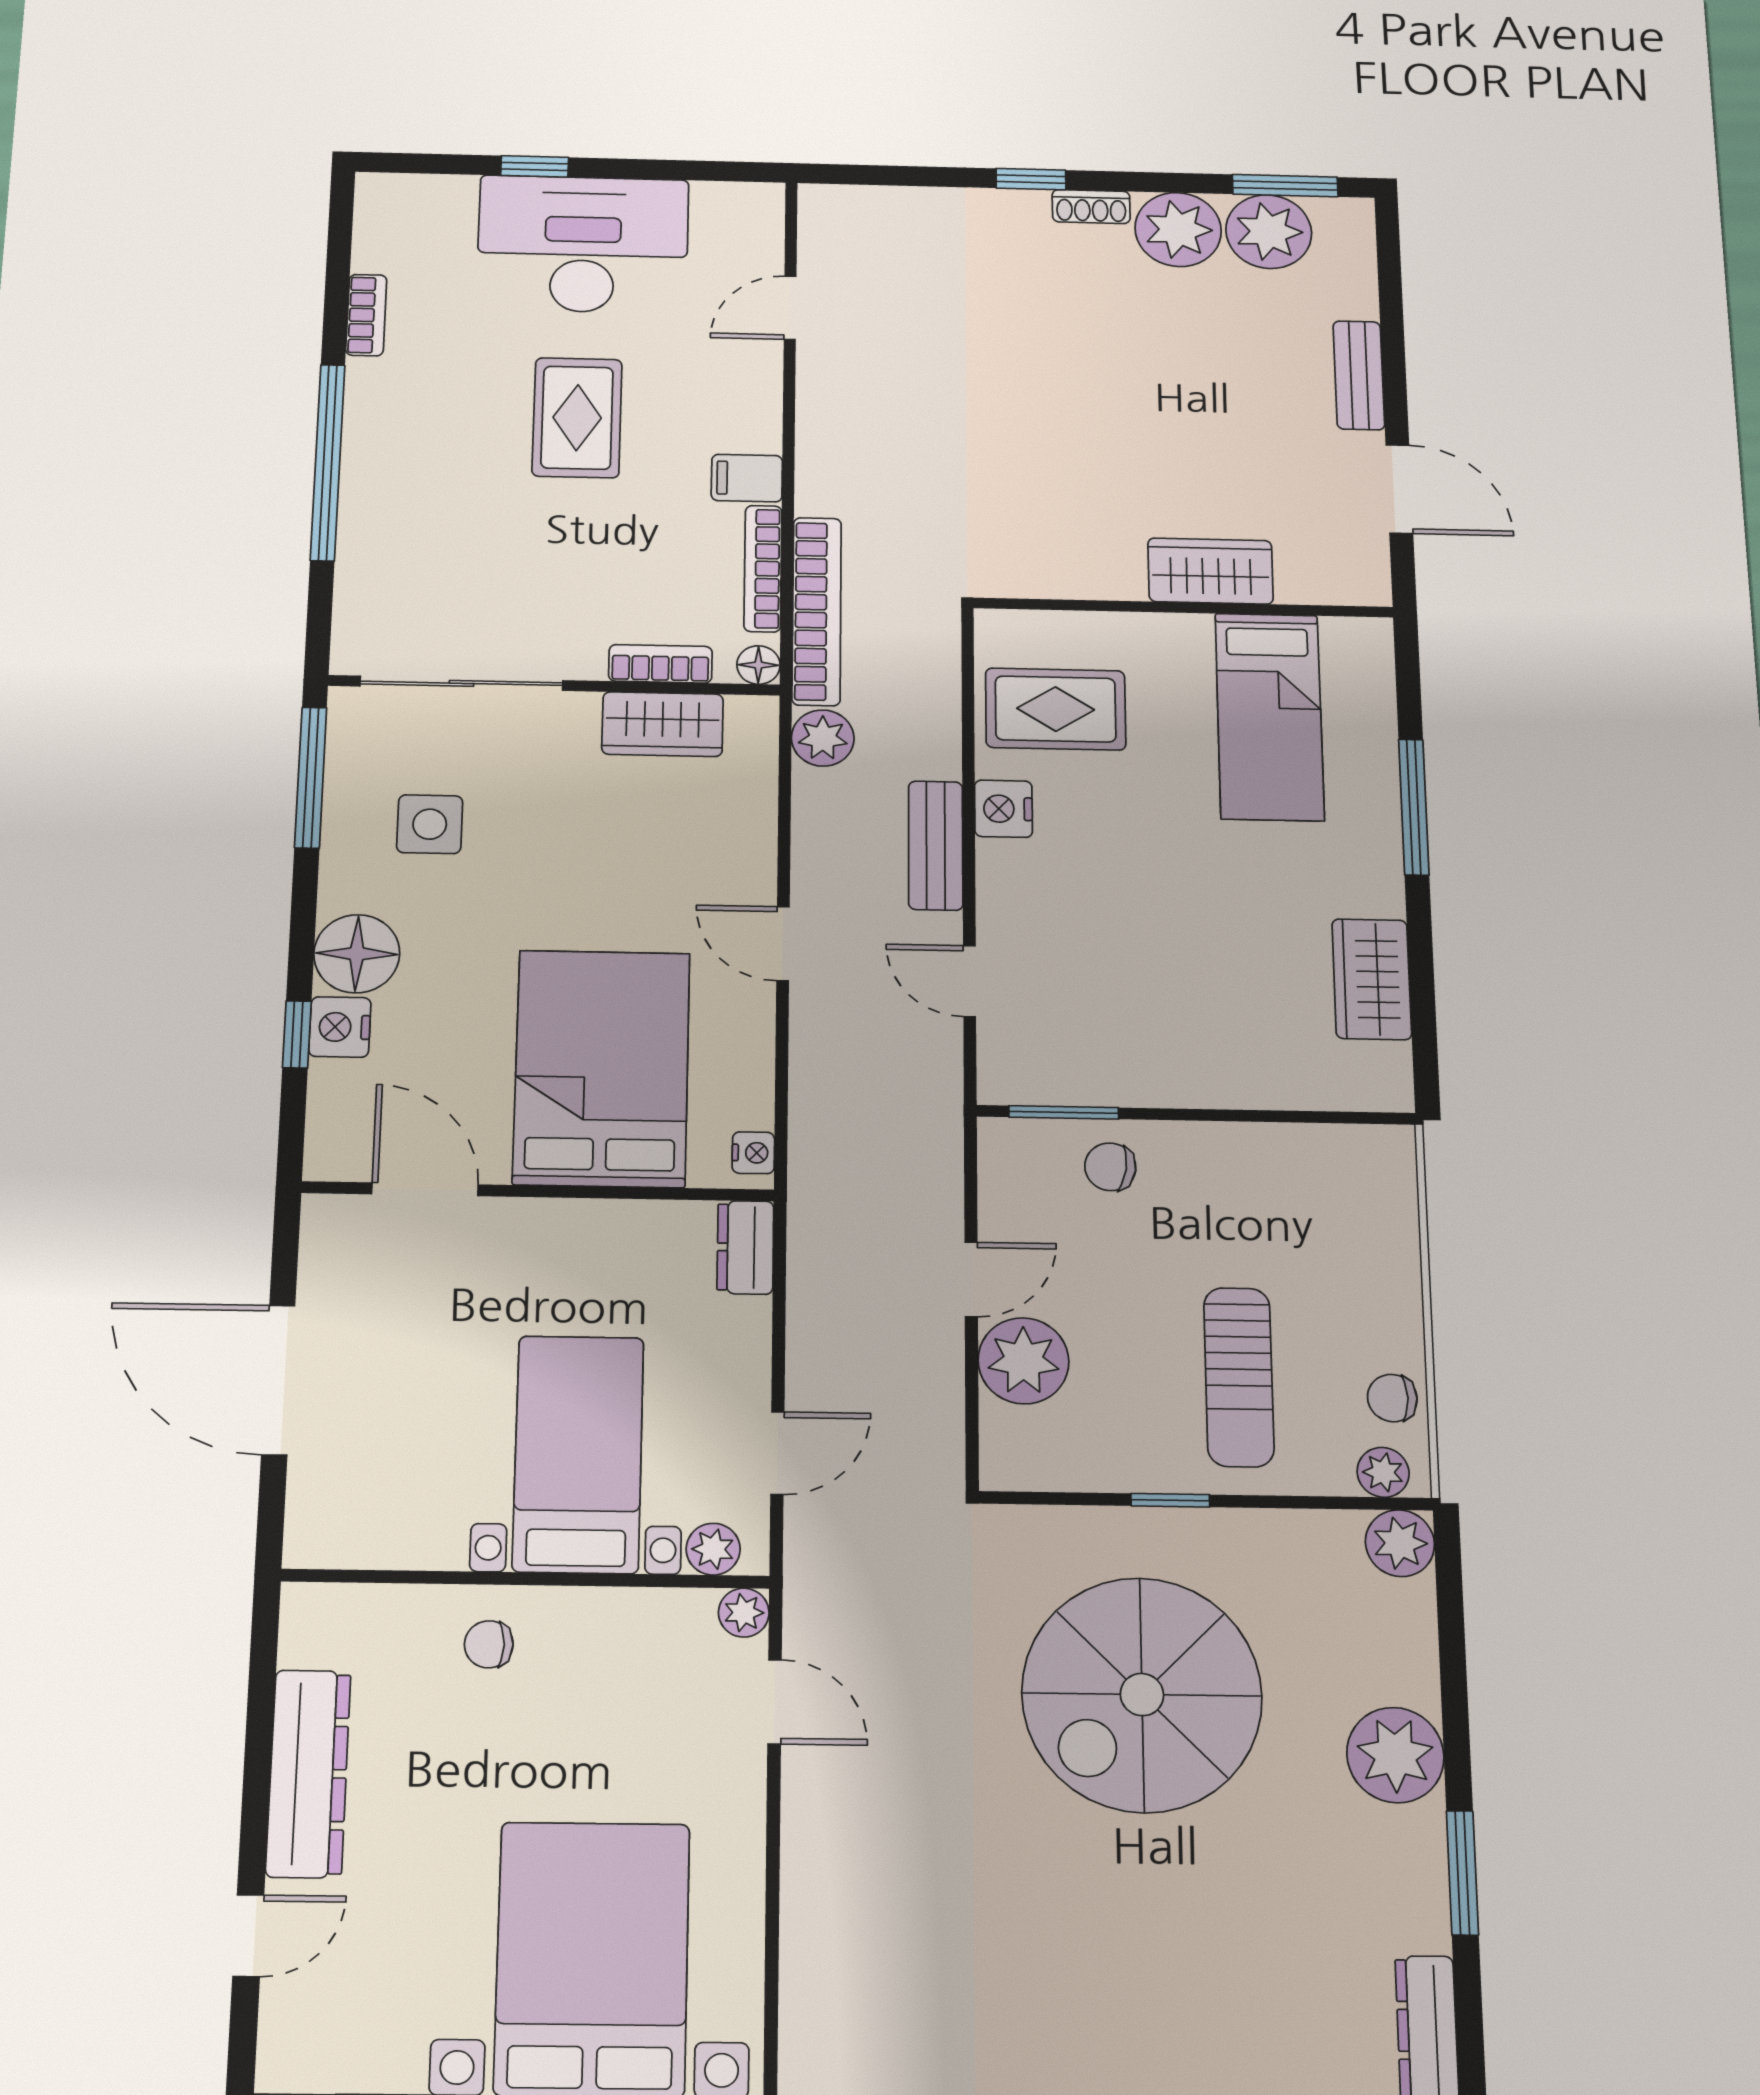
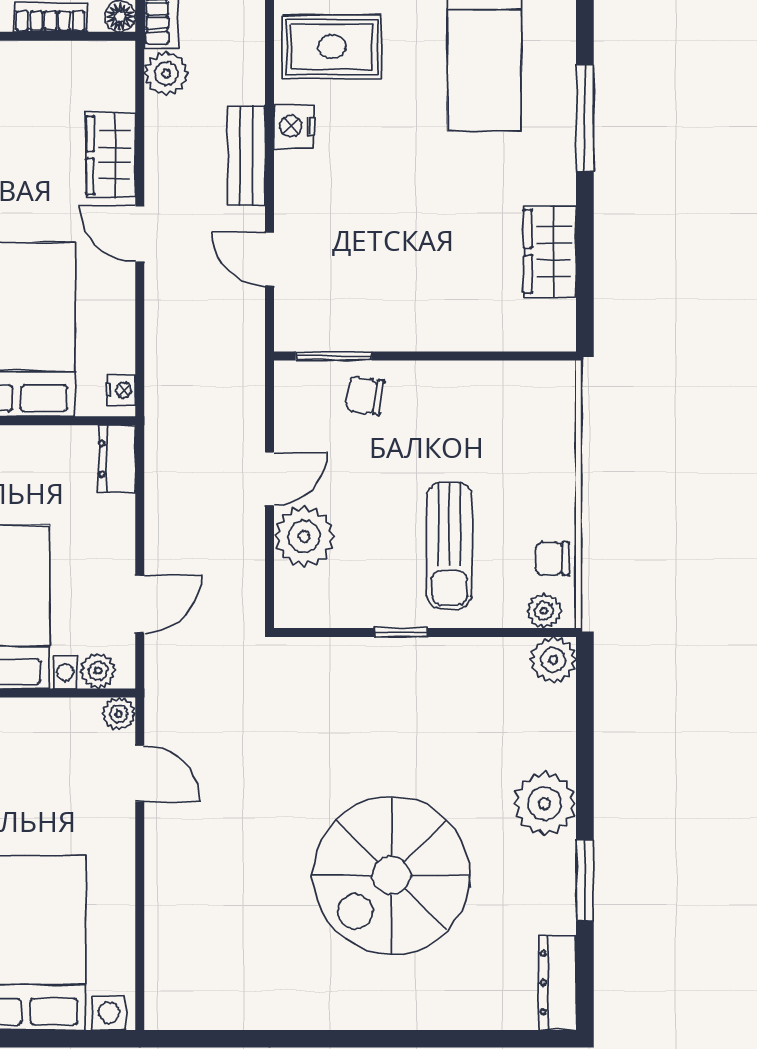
wardrobe: (663, 724) -> (111, 155), moved, turned 90
spiral stairs: (1142, 1695) -> (391, 875), moved

